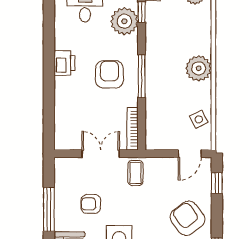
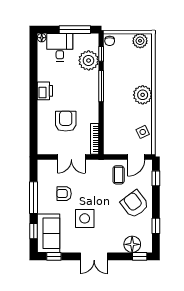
armchair: (109, 74) -> (66, 121), moved
window: (142, 76) -> (101, 86), moved
double door: (101, 154) -> (71, 157), swing flipped
coffee table: (136, 173) -> (119, 175), moved

